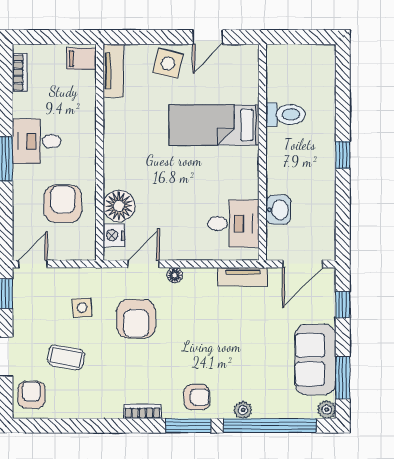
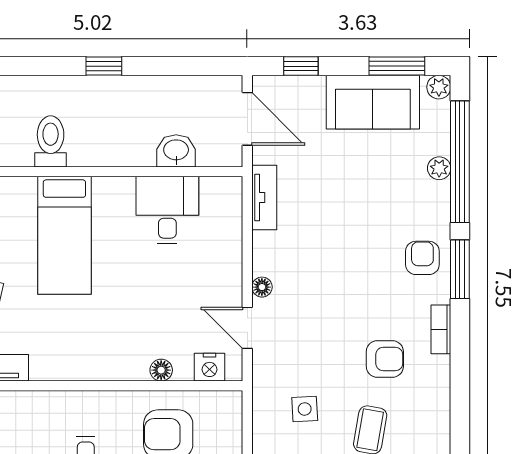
floor lamp: (119, 206) -> (161, 370), width x0.53, depth x0.53
desk: (233, 224) -> (167, 210), moved
armchair: (136, 319) -> (385, 359), moved, width x0.72, depth x0.72
plant: (243, 410) -> (439, 168), moved

